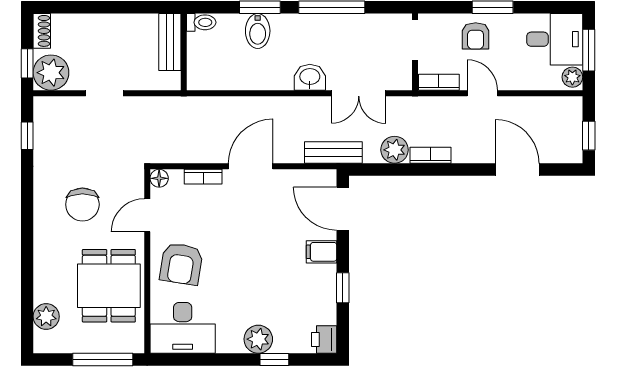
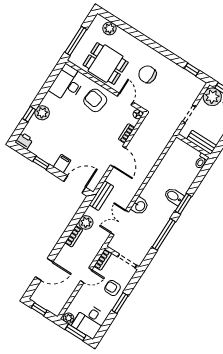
toilet: (201, 22) -> (201, 161), moved
bench: (170, 42) -> (202, 142), moved
wall: (184, 52) -> (194, 146), moved

